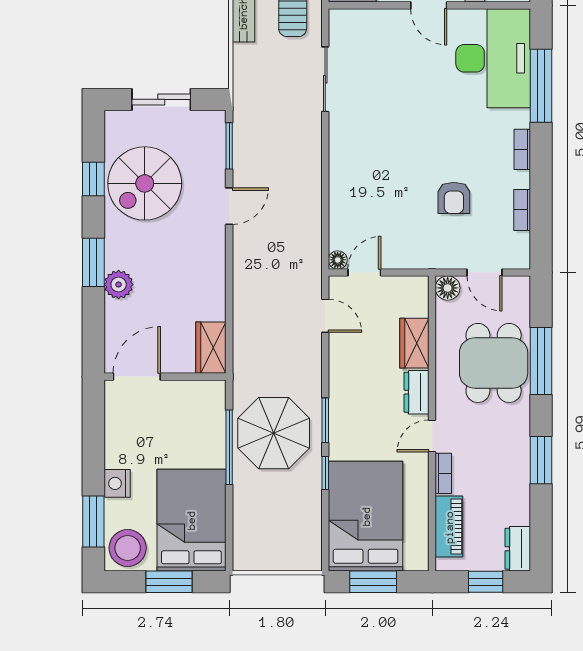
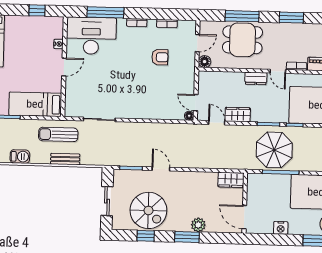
door: (325, 316) -> (217, 123), hinge flipped
wardrobe: (414, 343) -> (238, 115), moved, turned 180
nightstand: (117, 483) -> (281, 228), moved

